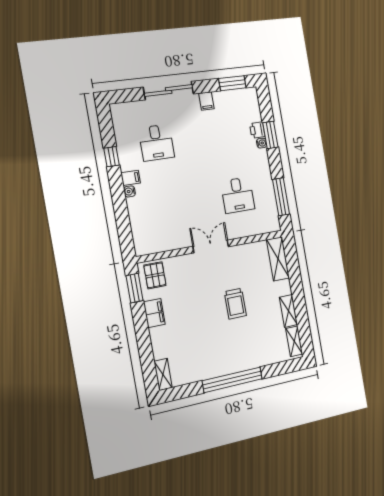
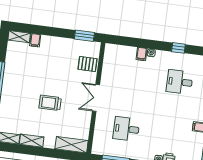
filing cabinet: (131, 178) -> (142, 54), moved
double door: (211, 246) -> (96, 98), swing flipped
pallet: (155, 275) -> (88, 64), moved
filing cabinet: (154, 313) -> (35, 40), moved, width x0.50

